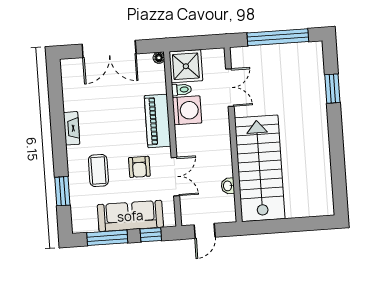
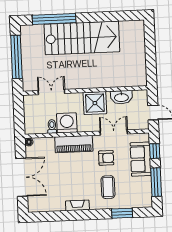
shower: (186, 66) -> (95, 103), moved
window: (332, 89) -> (54, 19), width x2.11
stairs: (260, 168) -> (82, 38), moved, turned 180
coffee table: (98, 171) -> (108, 187), turned 90
washbasin: (228, 186) -> (121, 97), width x1.91, depth x1.45
sofa: (130, 216) -> (141, 159), width x0.73

